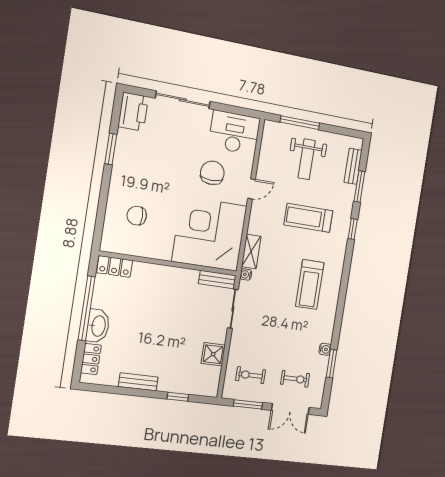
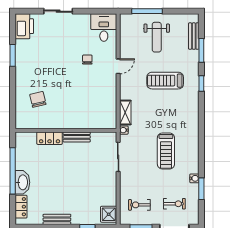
sliding door: (183, 100) -> (58, 11), width x0.73
desk: (234, 133) -> (104, 27), width x0.73
chair: (212, 173) -> (87, 60), width x0.54, depth x0.54
chair: (137, 216) -> (38, 99), turned 77
corner desk: (209, 234) -> (92, 104), removed
locker: (115, 266) -> (50, 138), moved
bench: (217, 280) -> (77, 137), moved
treadmill: (310, 284) -> (166, 151), moved
shower: (213, 354) -> (109, 214), moved

